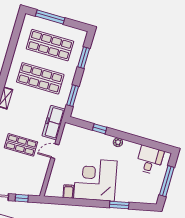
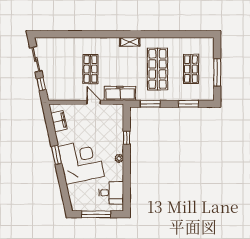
window: (50, 17) -> (217, 72), moved
shop shelf: (50, 45) -> (191, 69), width x0.70, depth x0.74
corner desk: (95, 180) -> (81, 161), moved
filing cabinet: (68, 192) -> (59, 121), width x2.00
window: (119, 205) -> (56, 155), moved

